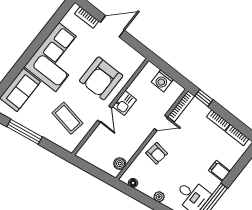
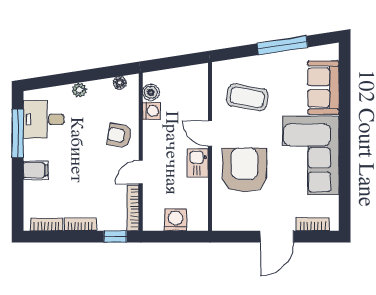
washing machine: (128, 153) -> (151, 111), added

